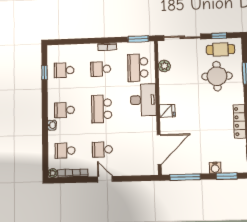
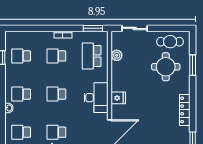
window: (219, 36) -> (169, 28), removed
sliding door: (182, 37) -> (135, 28), width x0.73
desk: (143, 100) -> (96, 98), moved
school desk: (102, 109) -> (56, 94), width x0.54

